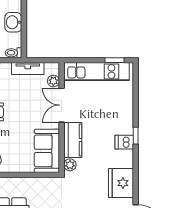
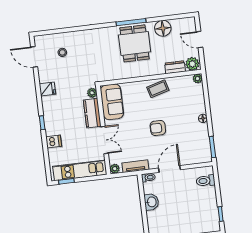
plant: (53, 81) -> (115, 169), moved
dishwasher: (124, 142) -> (54, 142), moved
fridge: (121, 183) -> (47, 89), width x0.53, depth x0.75

